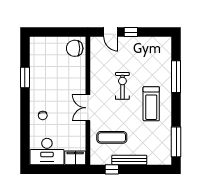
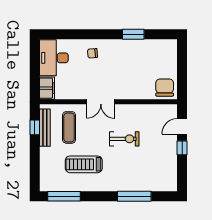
treadmill: (151, 104) -> (84, 164), moved
double door: (88, 108) -> (101, 102), swing flipped
bench: (129, 160) -> (45, 128), moved

